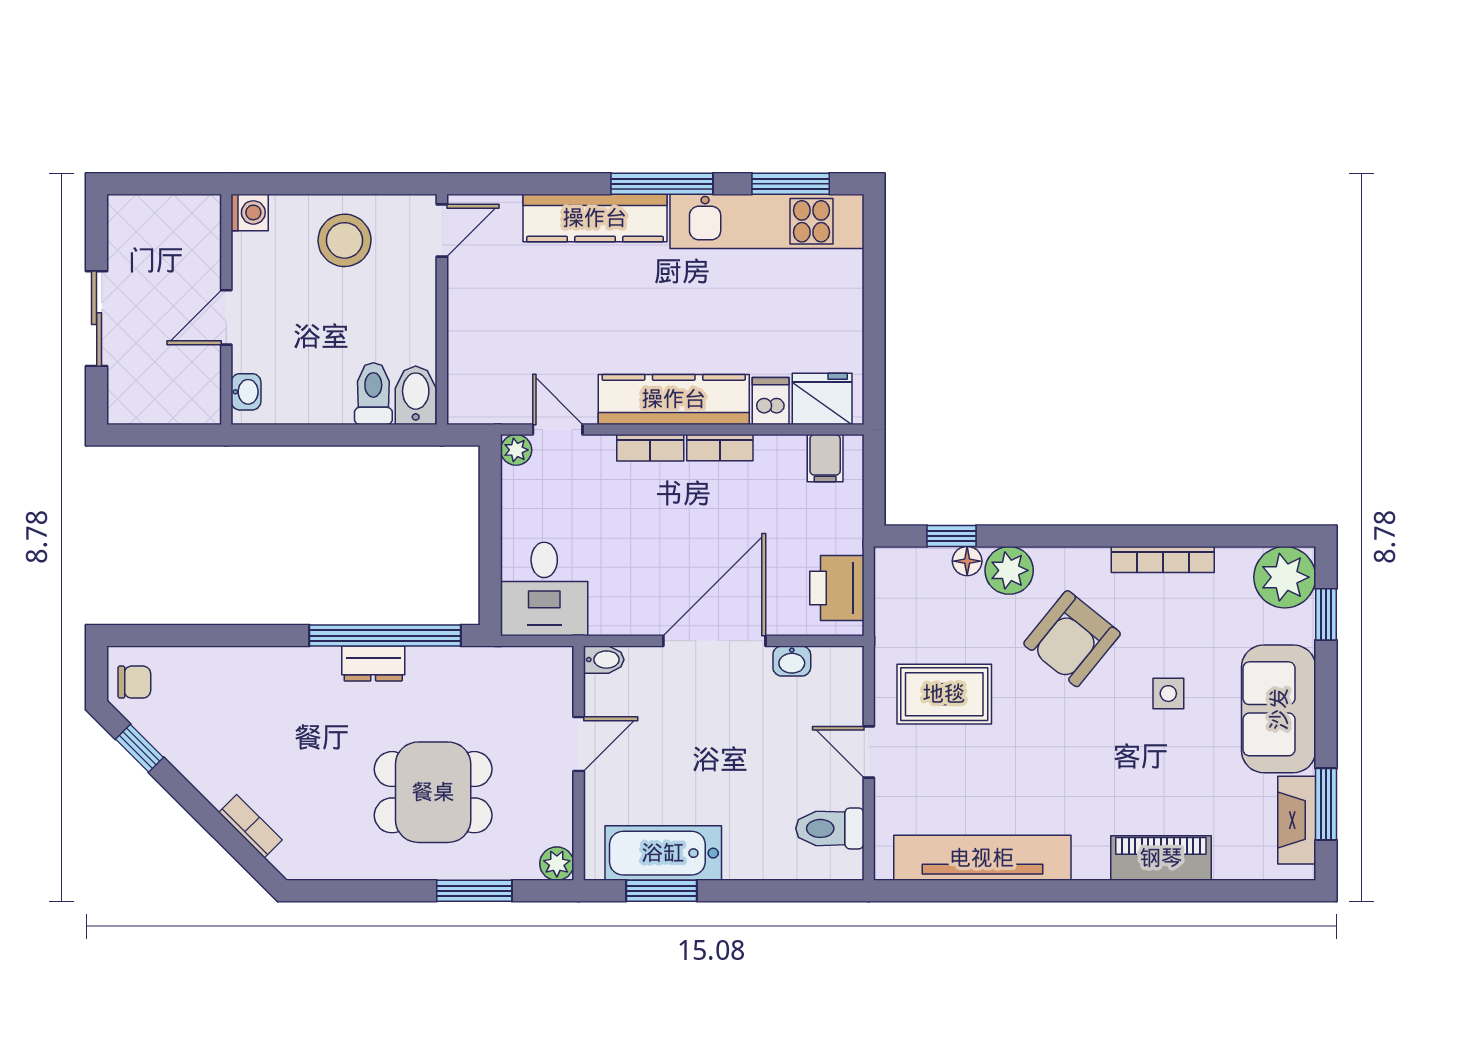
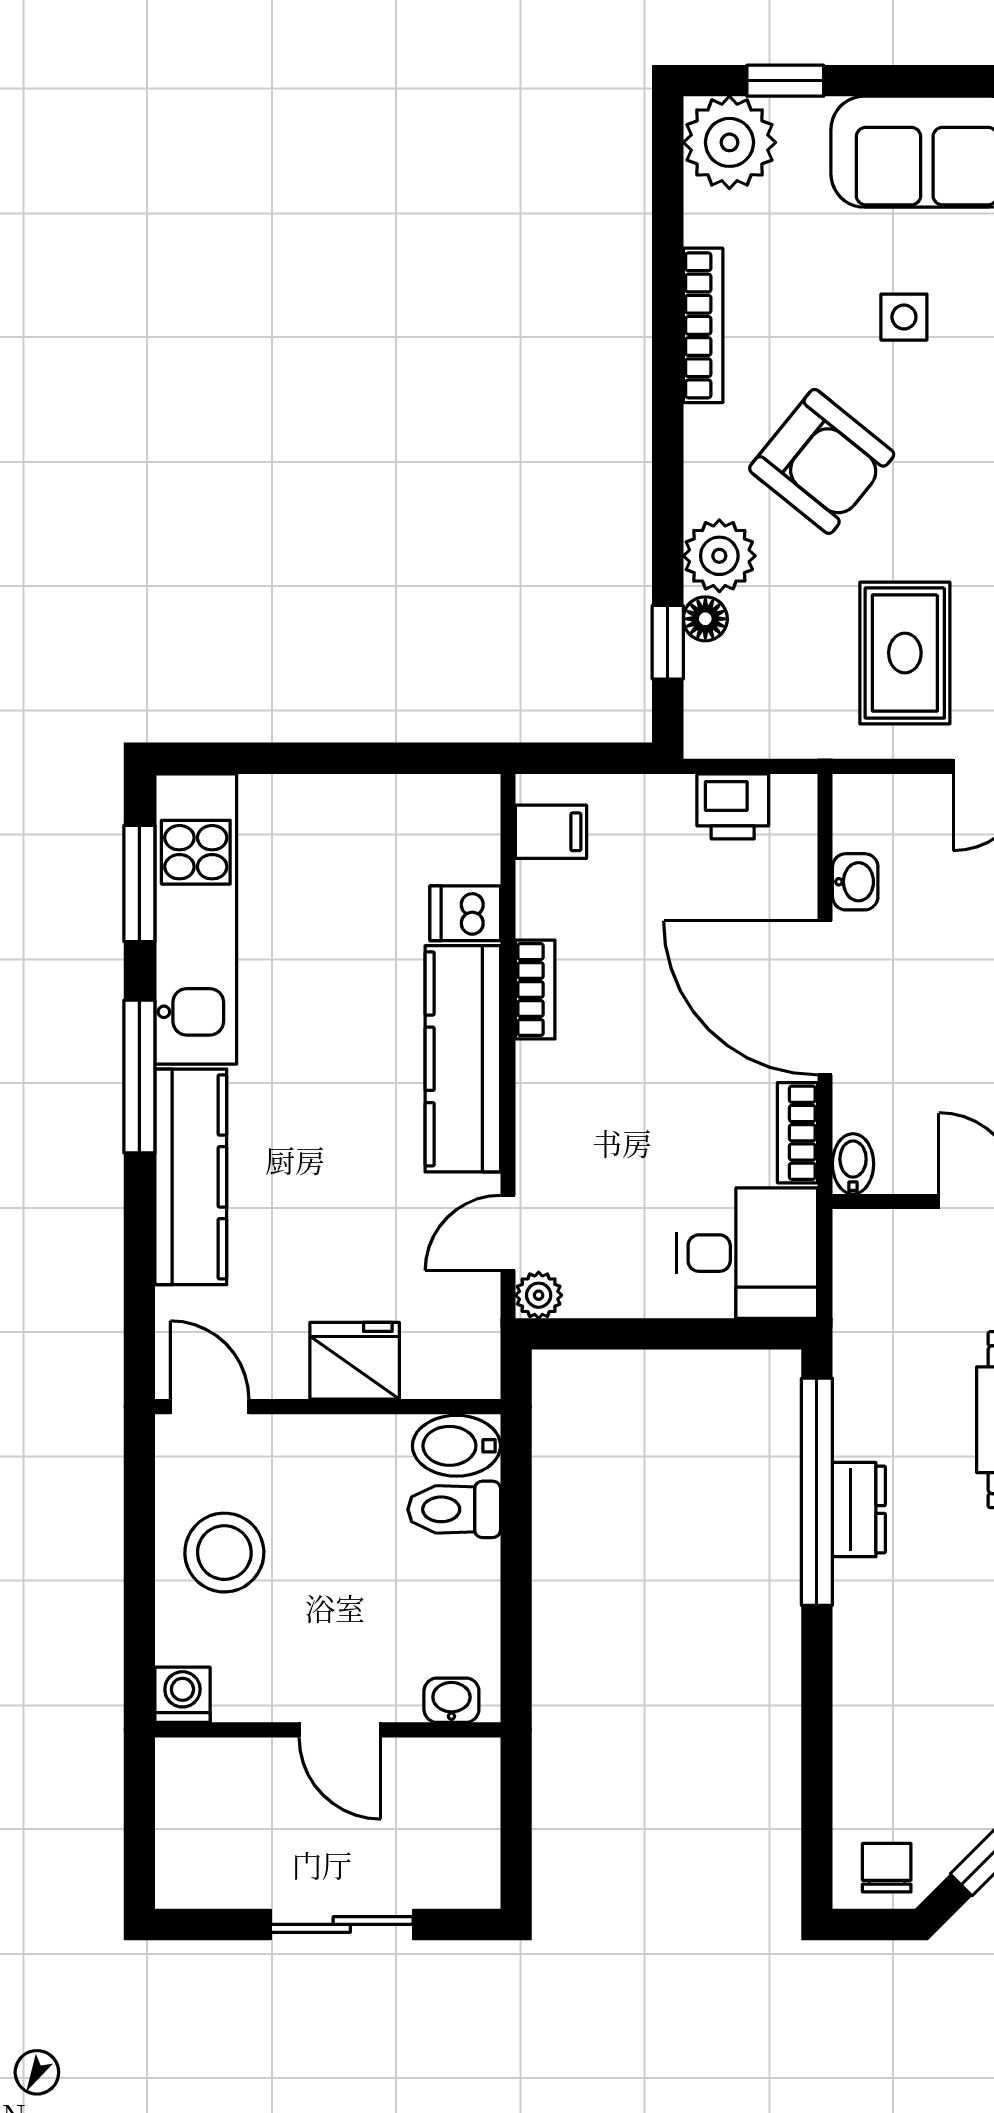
fridge: (822, 399) -> (355, 1361), moved, turned 90
bookcase: (650, 448) -> (797, 1133), moved, turned 180
printer: (837, 588) -> (733, 806), width x0.73, depth x0.81

